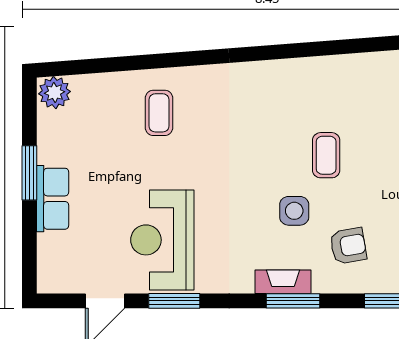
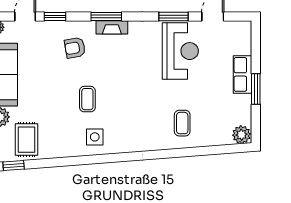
side table: (294, 211) -> (95, 137), moved

